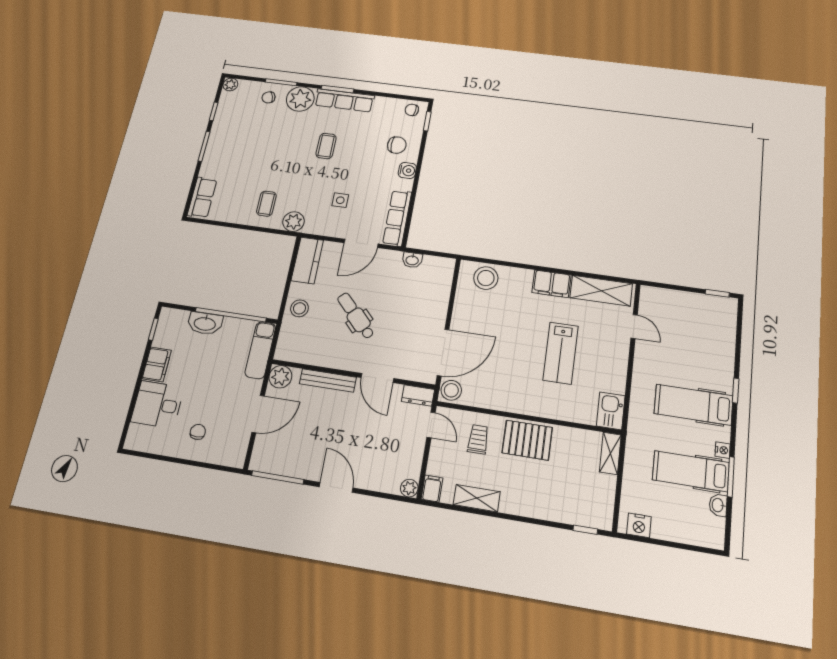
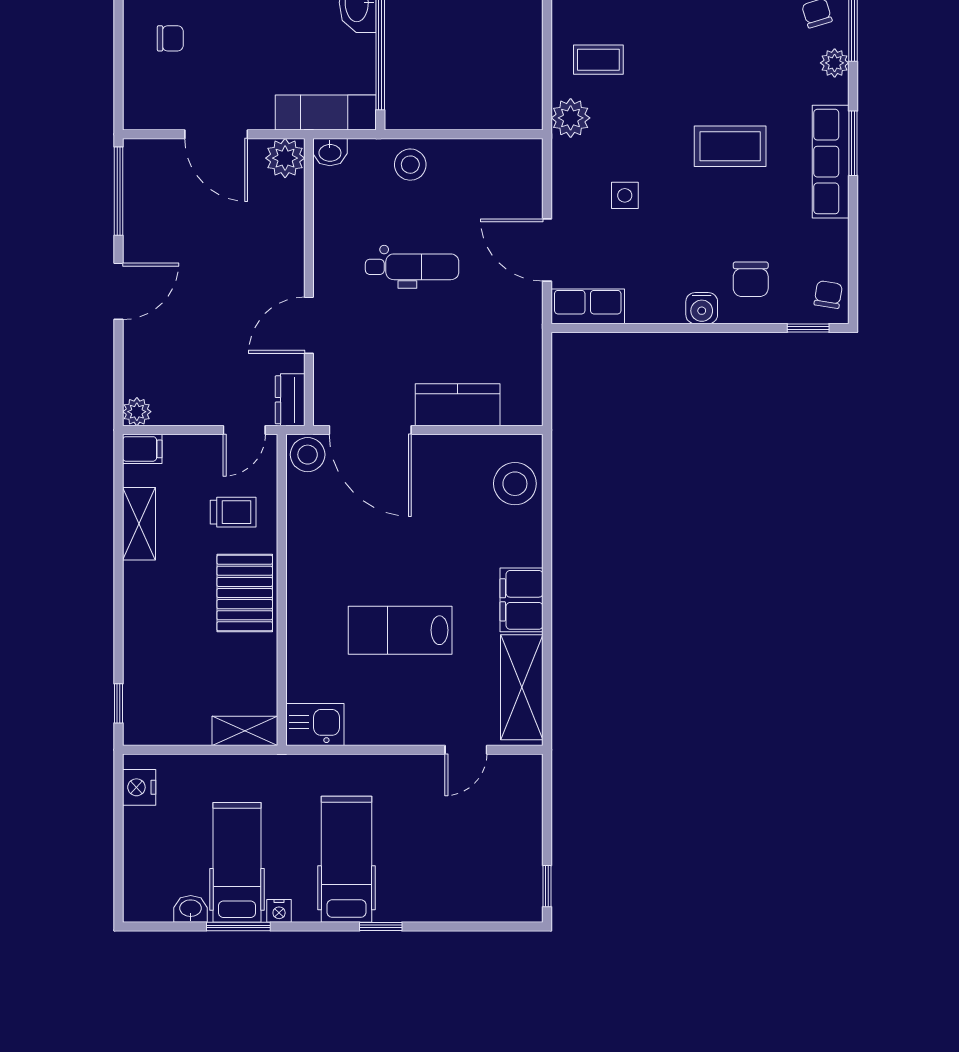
plant: (300, 99) -> (835, 63), width x0.53, depth x0.53
coffee table: (326, 146) -> (730, 146), width x1.36, depth x1.30
row of seats: (397, 218) -> (588, 306), width x0.68
kitchen counter: (307, 260) -> (458, 405), moved, turned 180
washbasin: (412, 260) -> (330, 152), moved, turned -90
dental chair: (356, 316) -> (412, 267), turned 44
bench: (328, 380) -> (291, 241), removed

